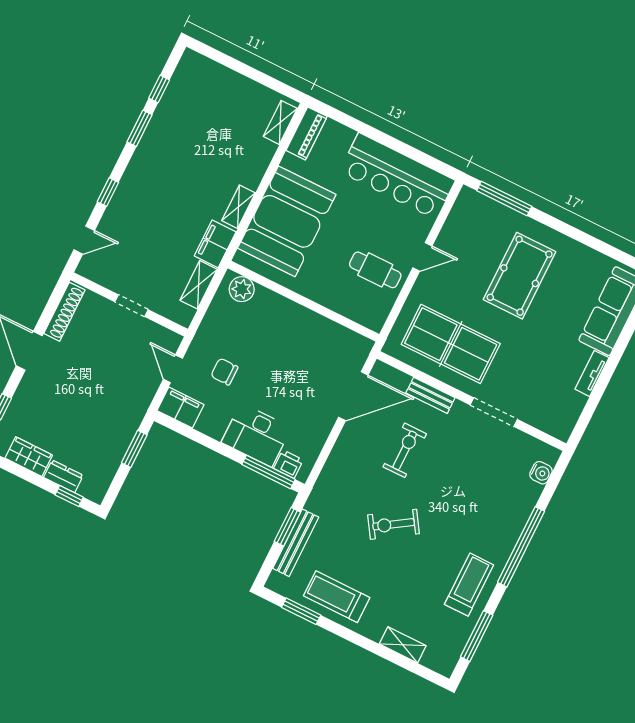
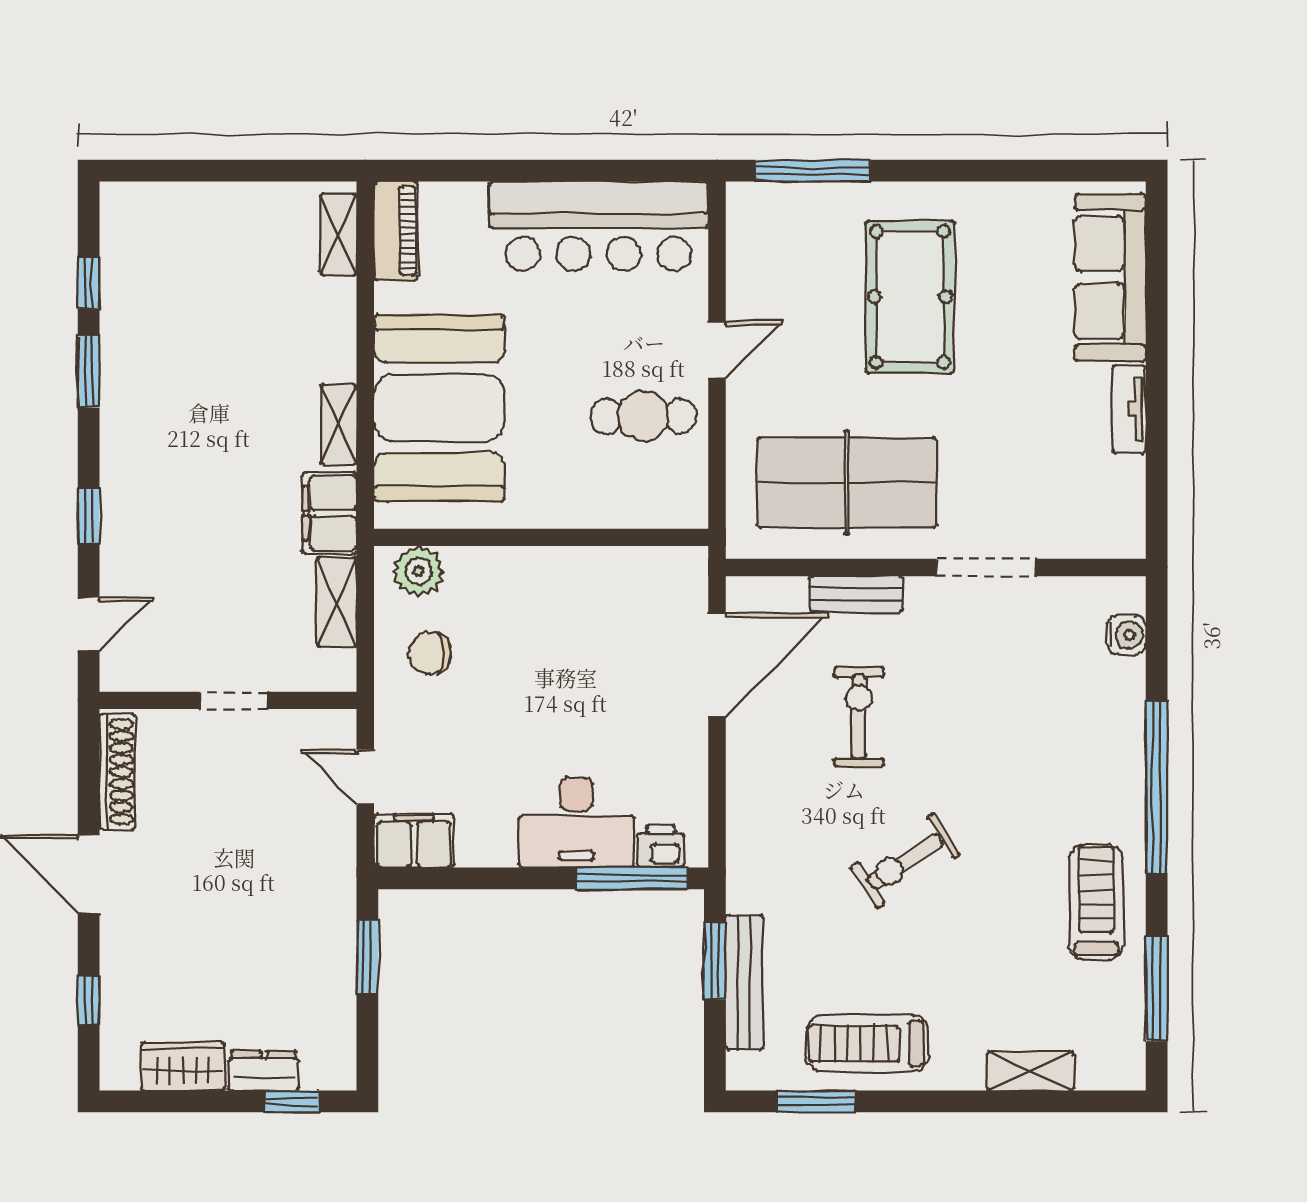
chair: (224, 372) -> (430, 653), moved

